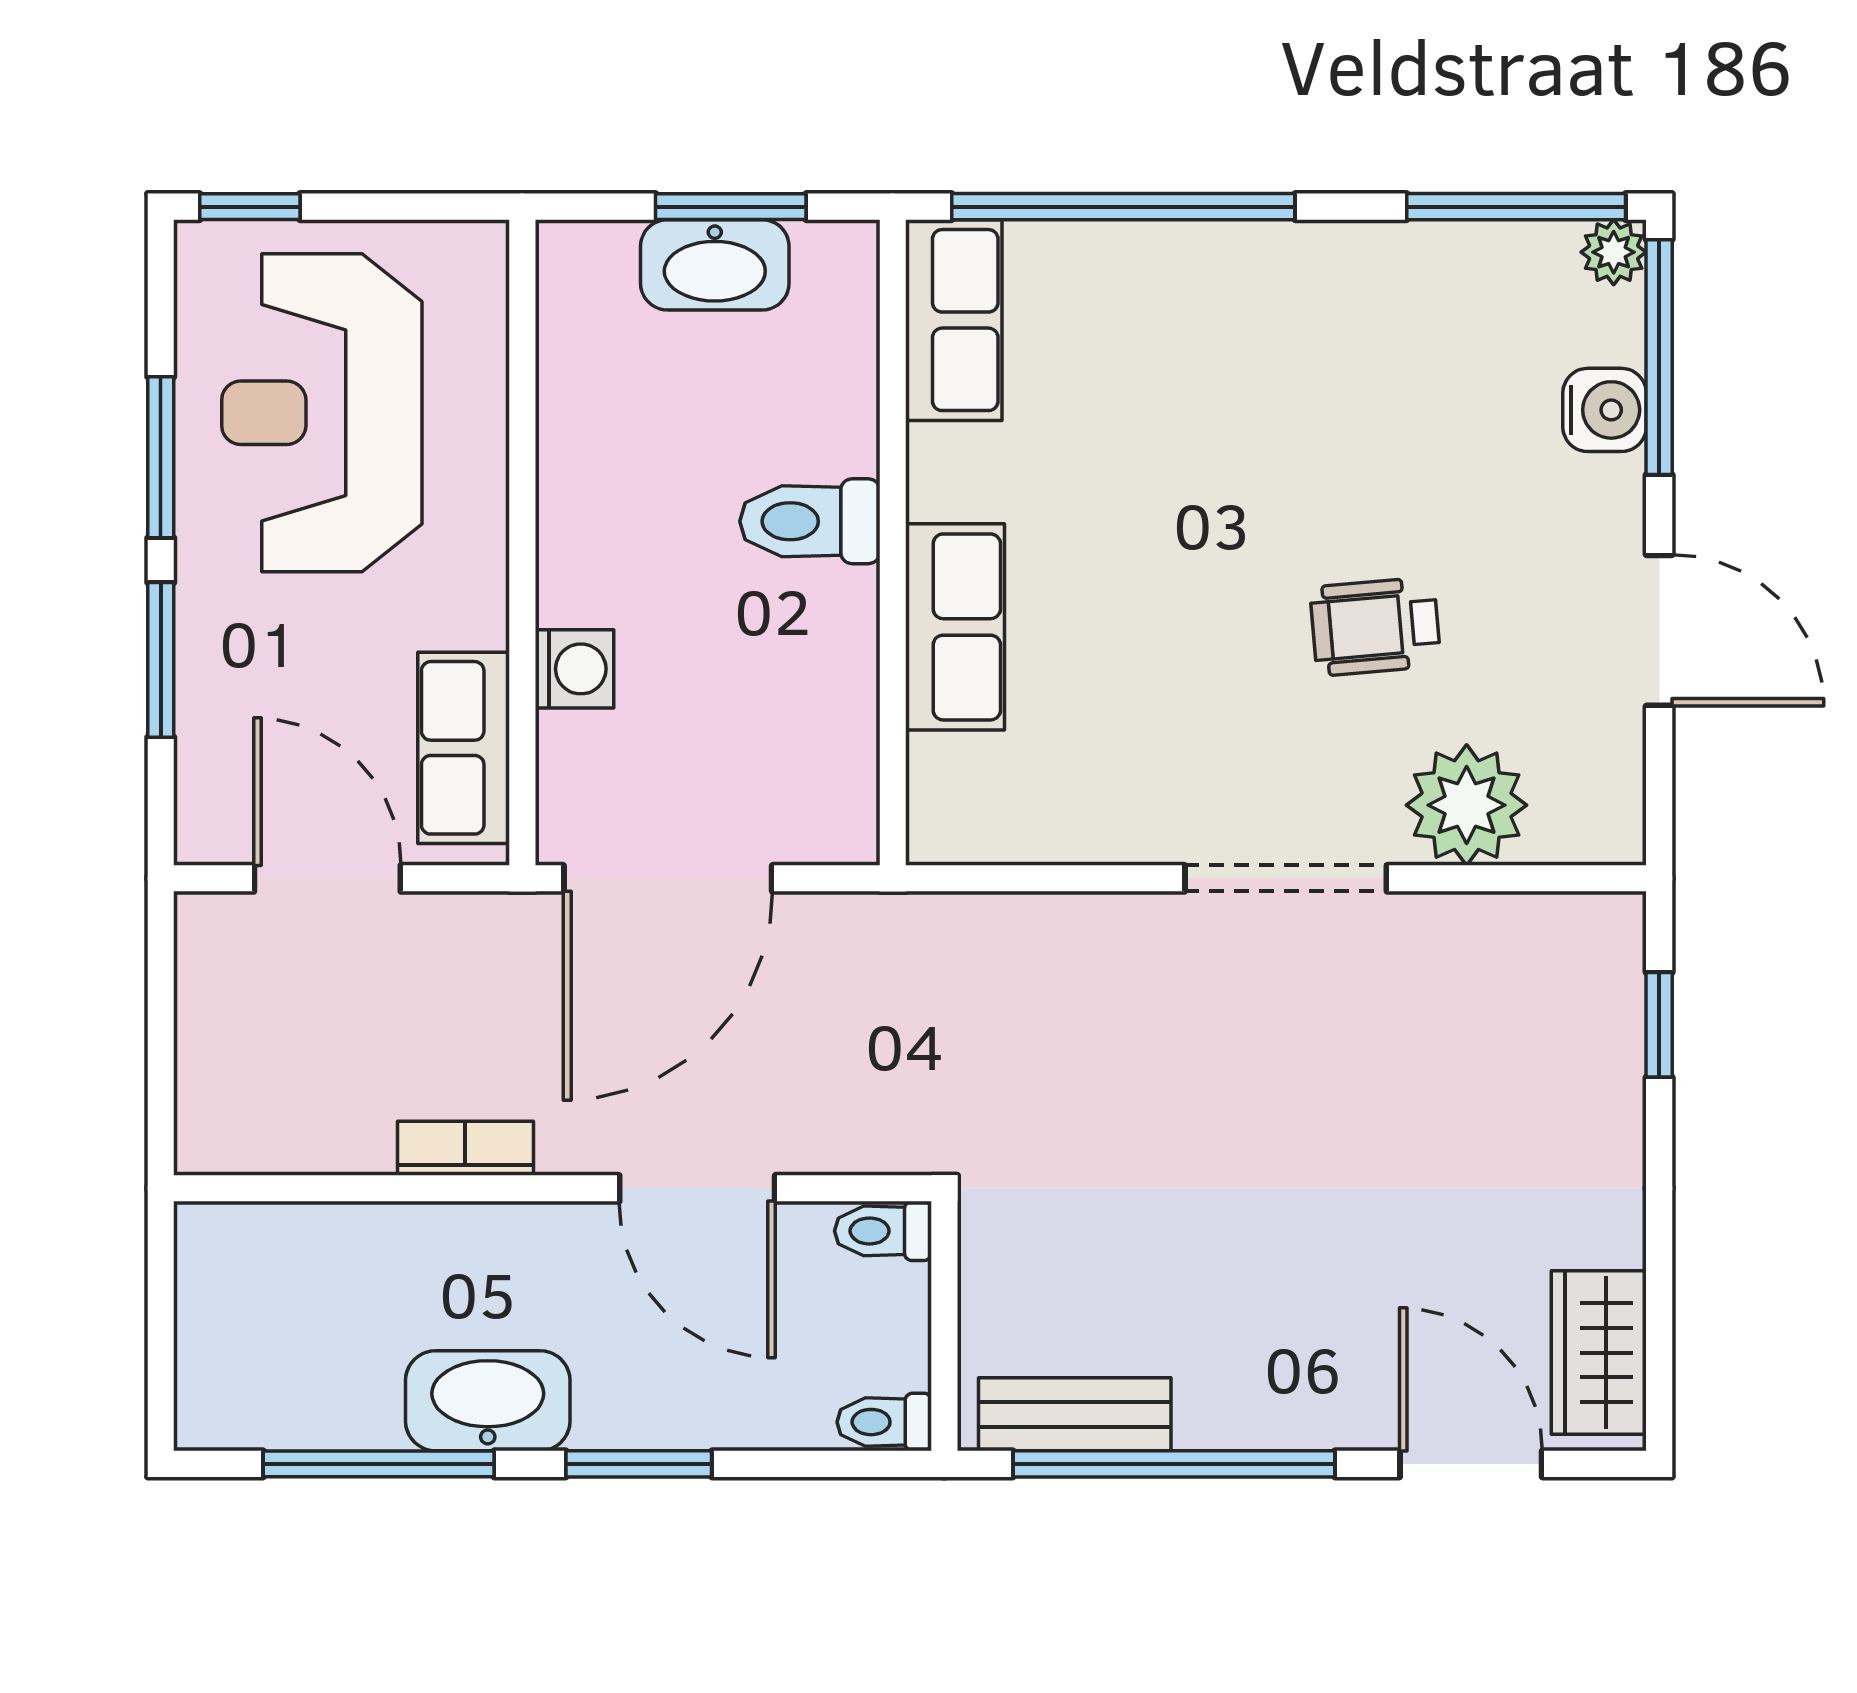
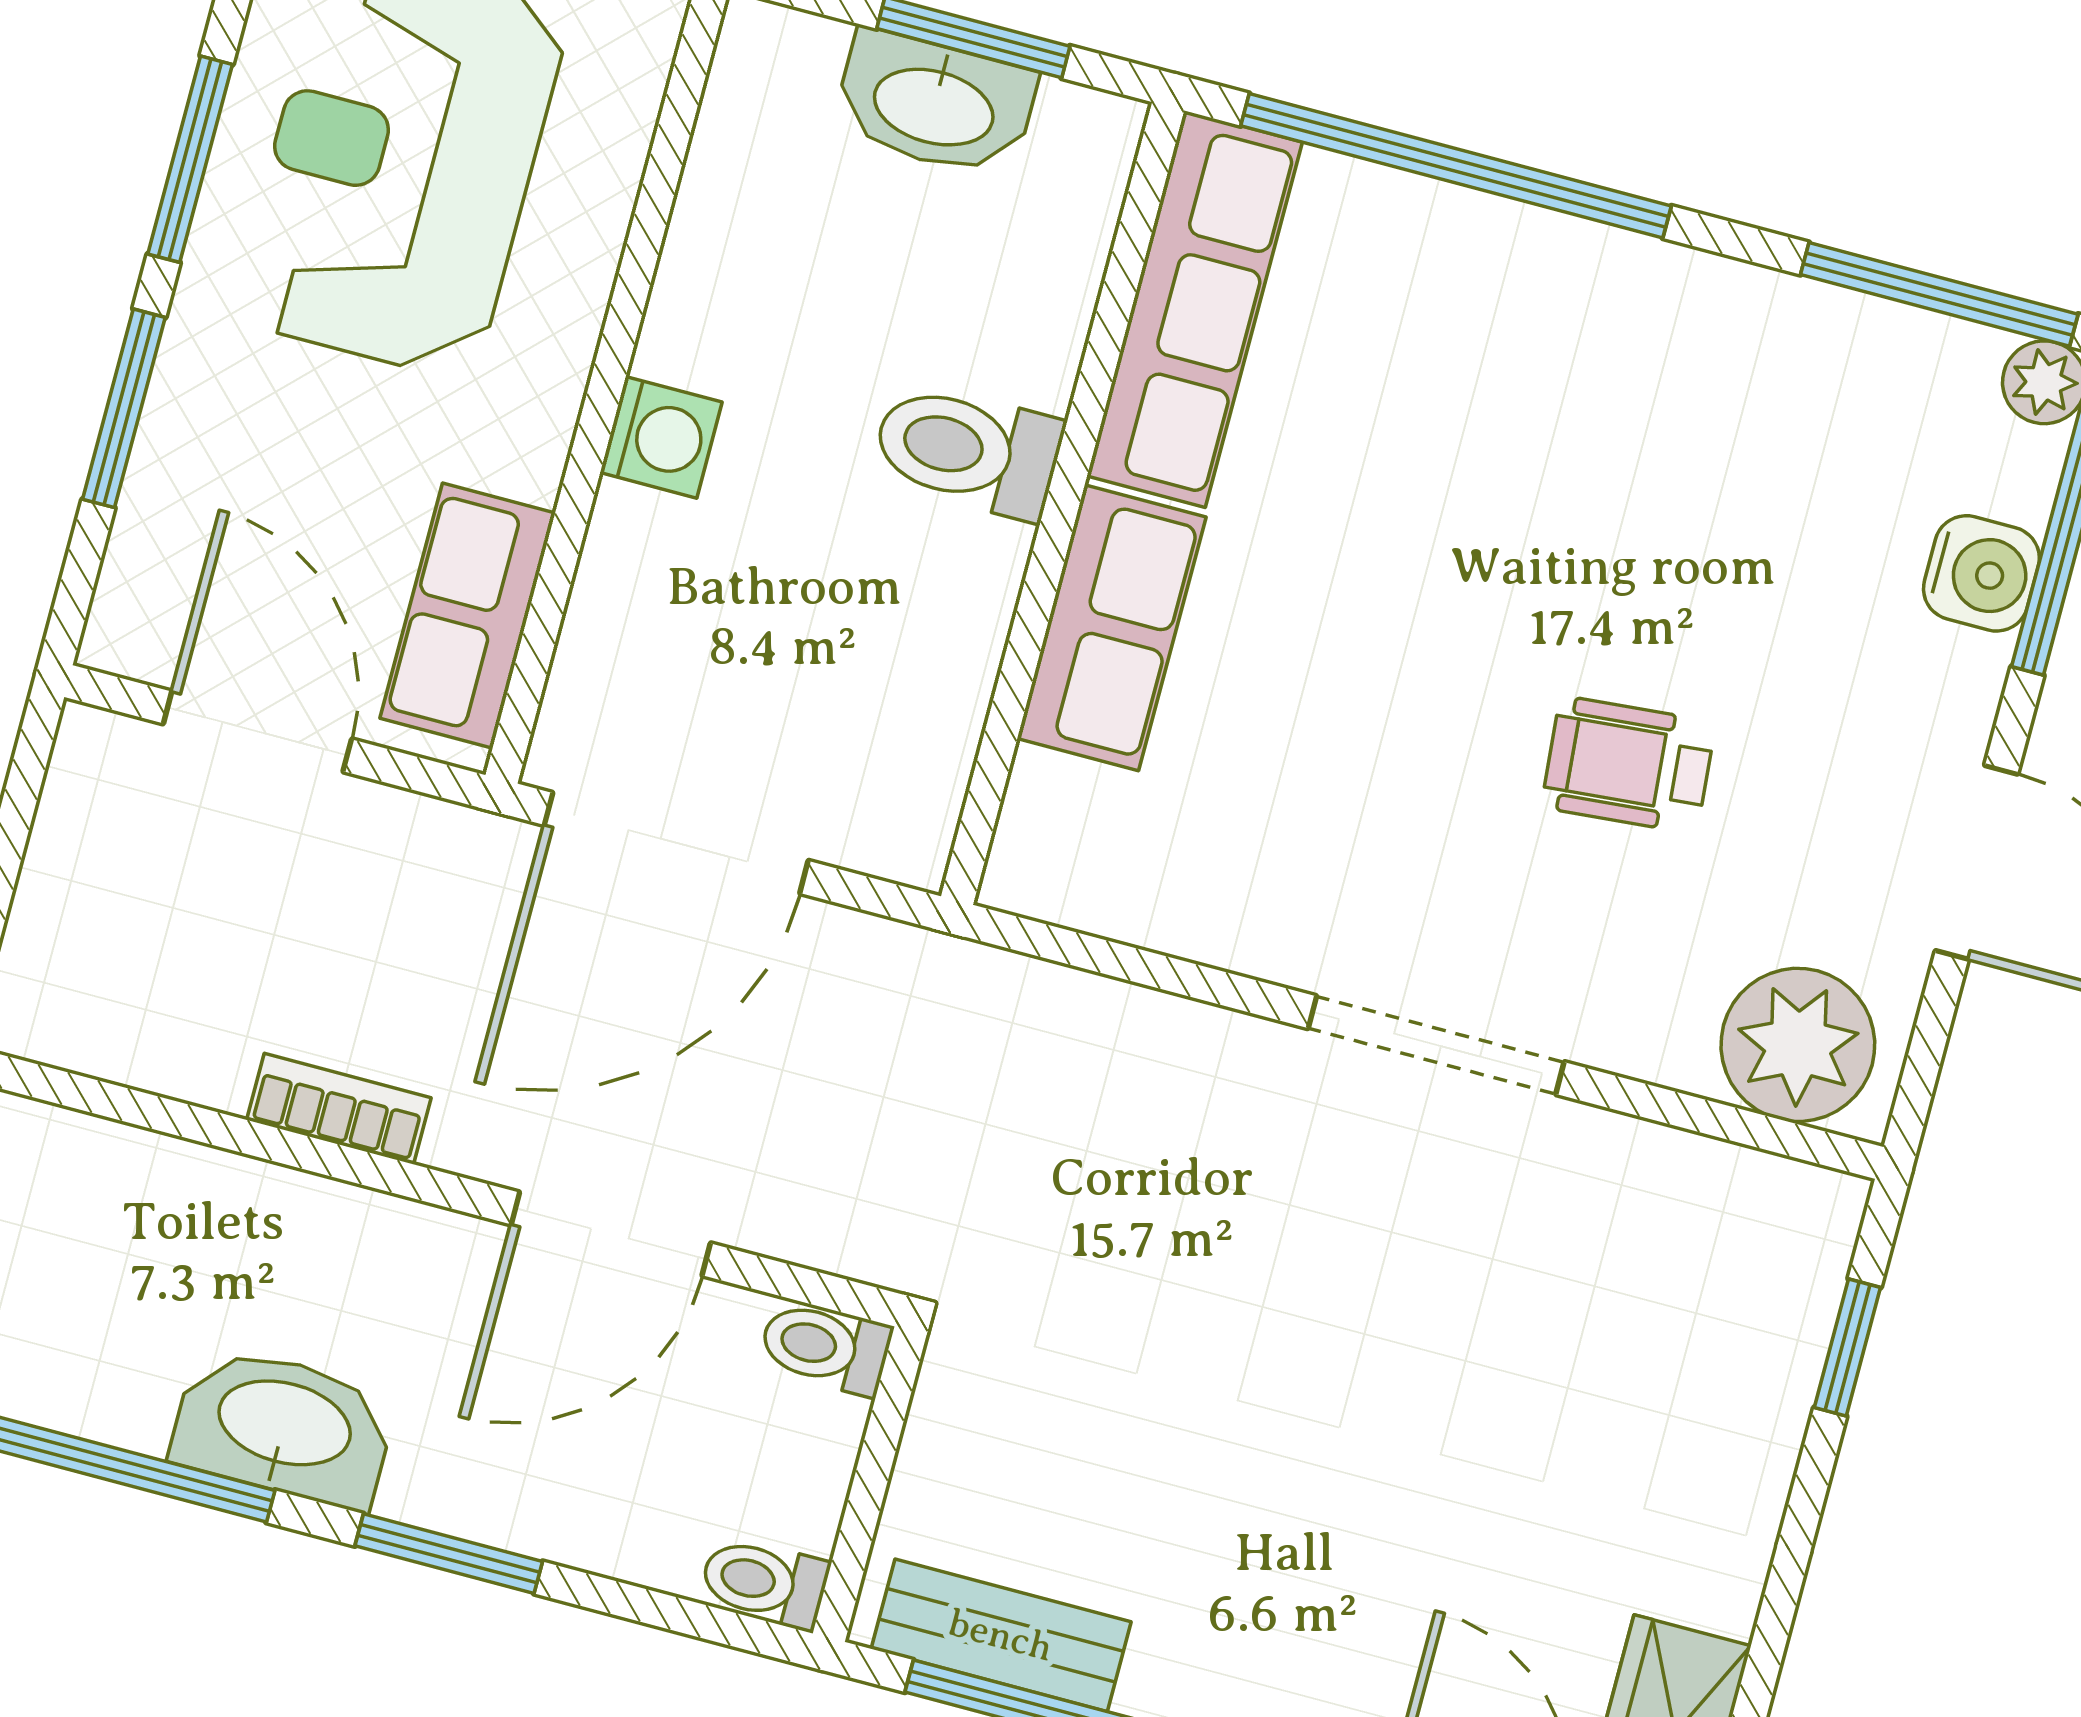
row of seats: (954, 320) -> (1195, 309), width x1.48
washing machine: (575, 669) -> (661, 437), moved
plant: (1467, 805) -> (1798, 1045), moved
door: (697, 1188) -> (611, 1234), hinge flipped

